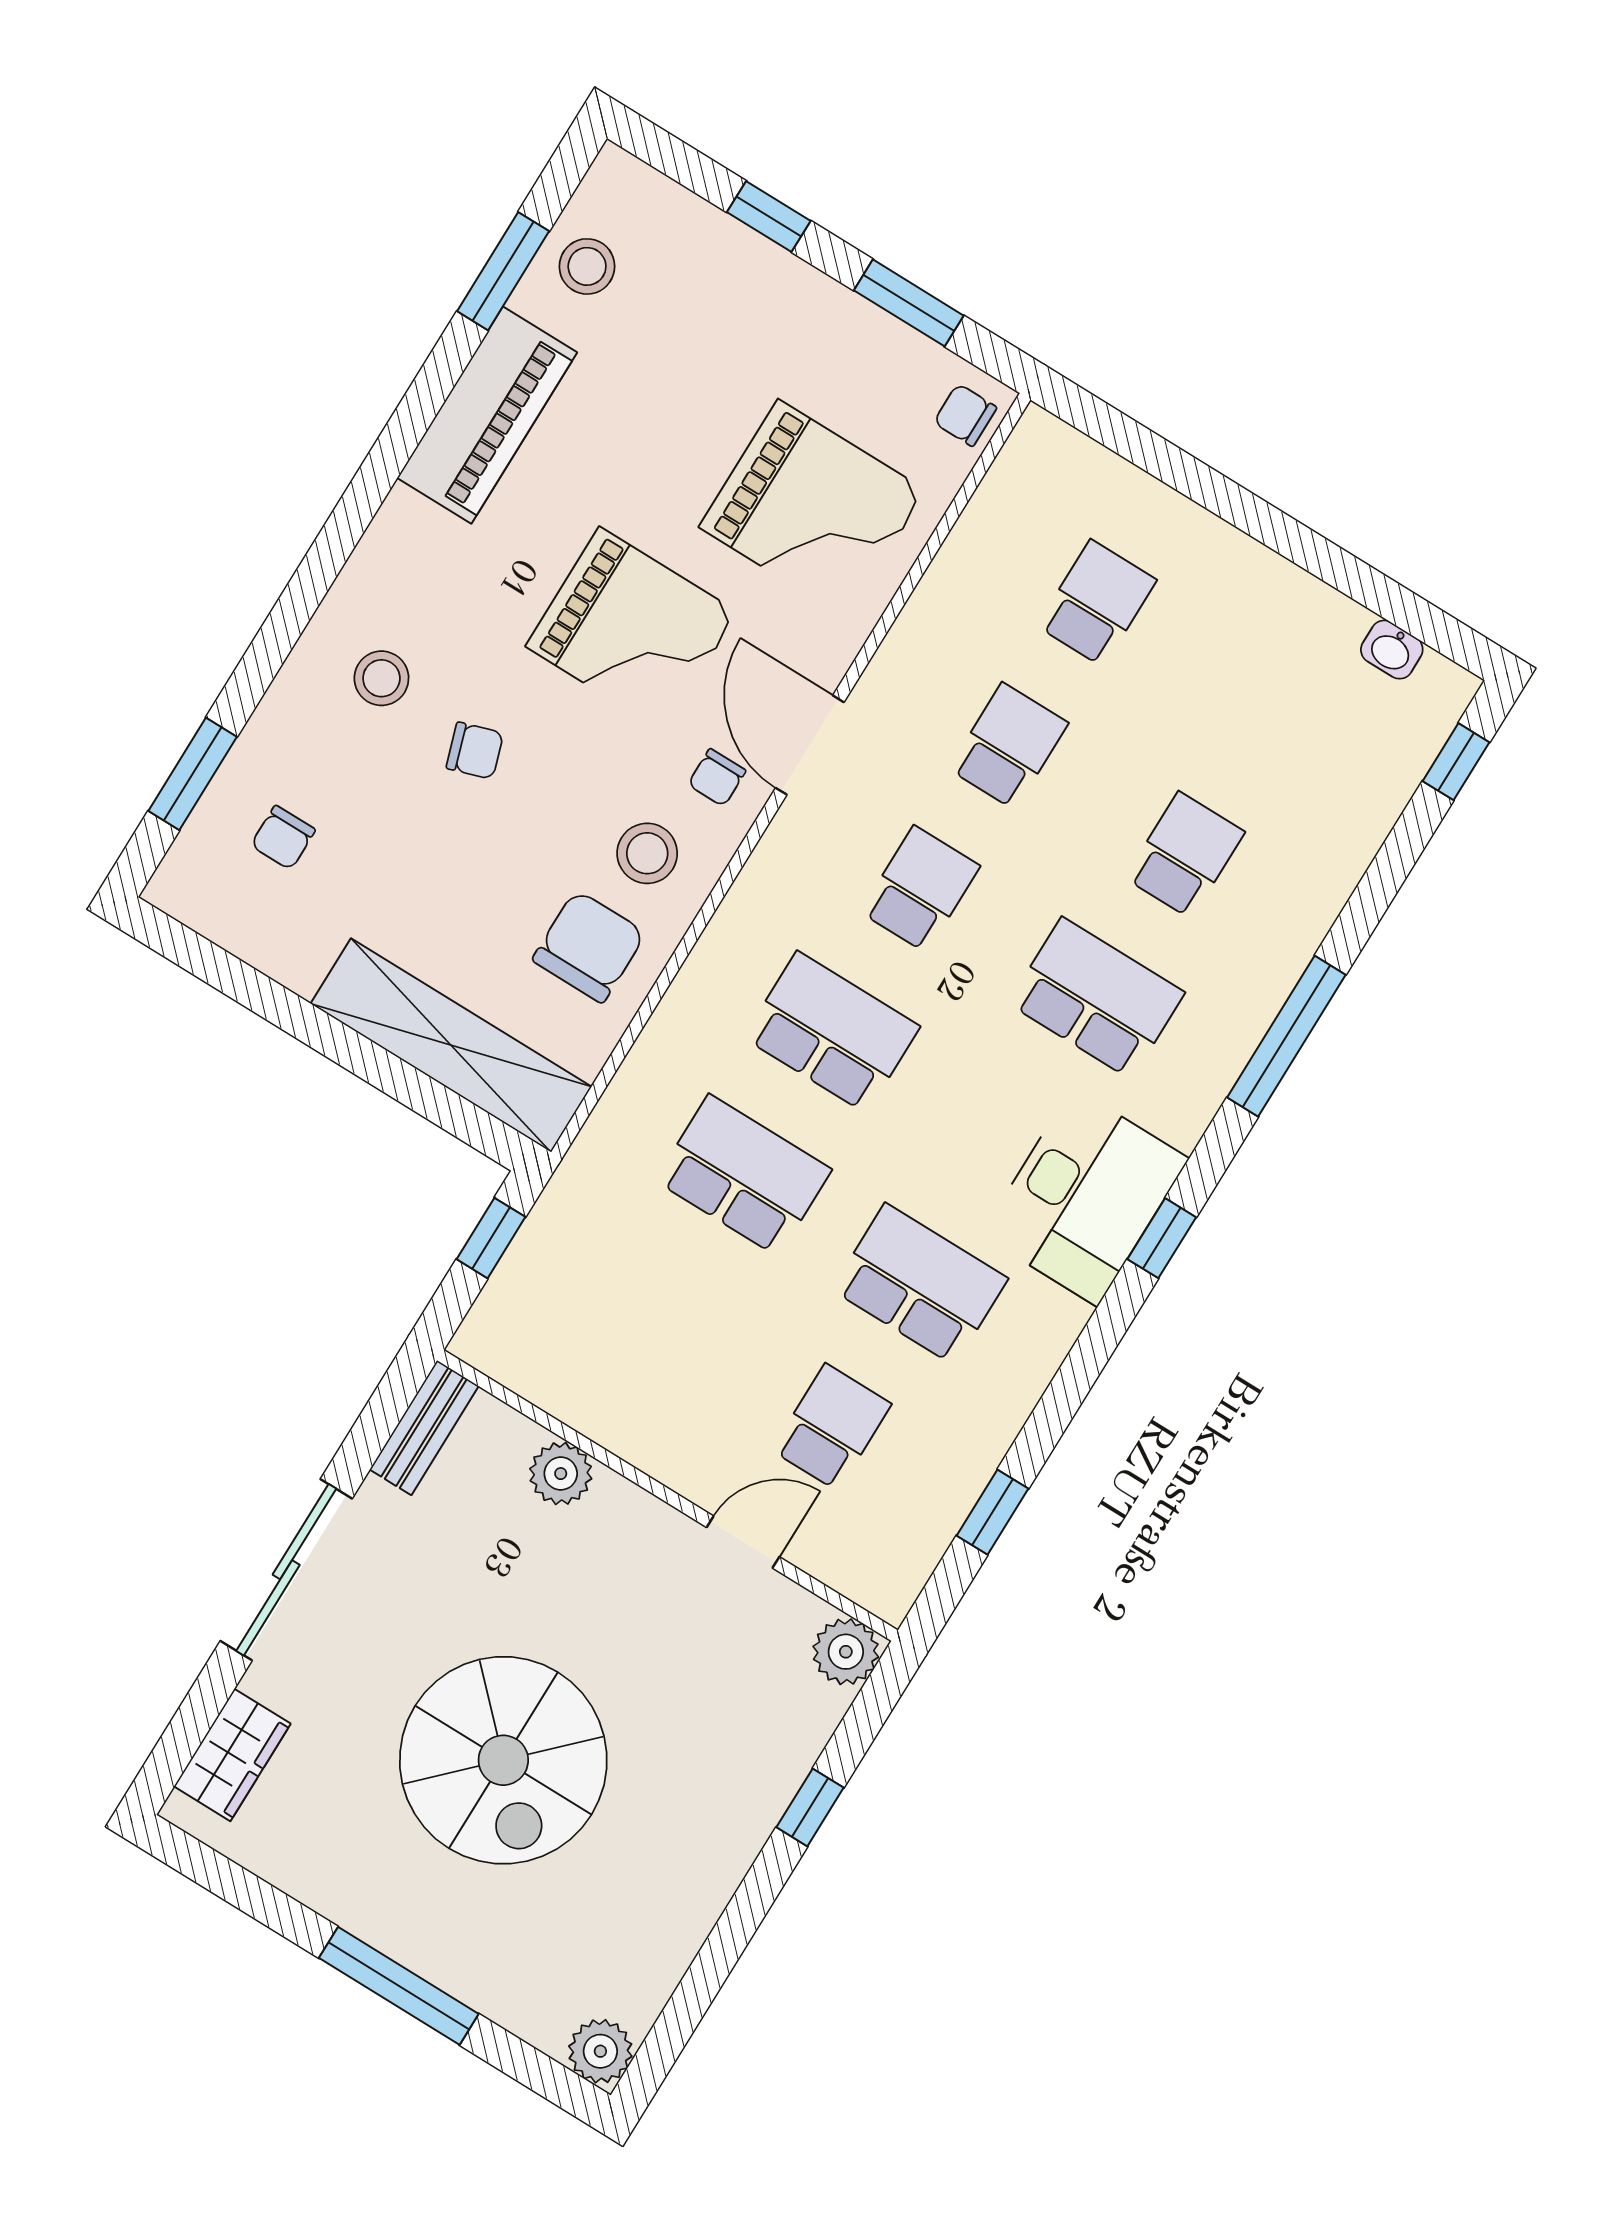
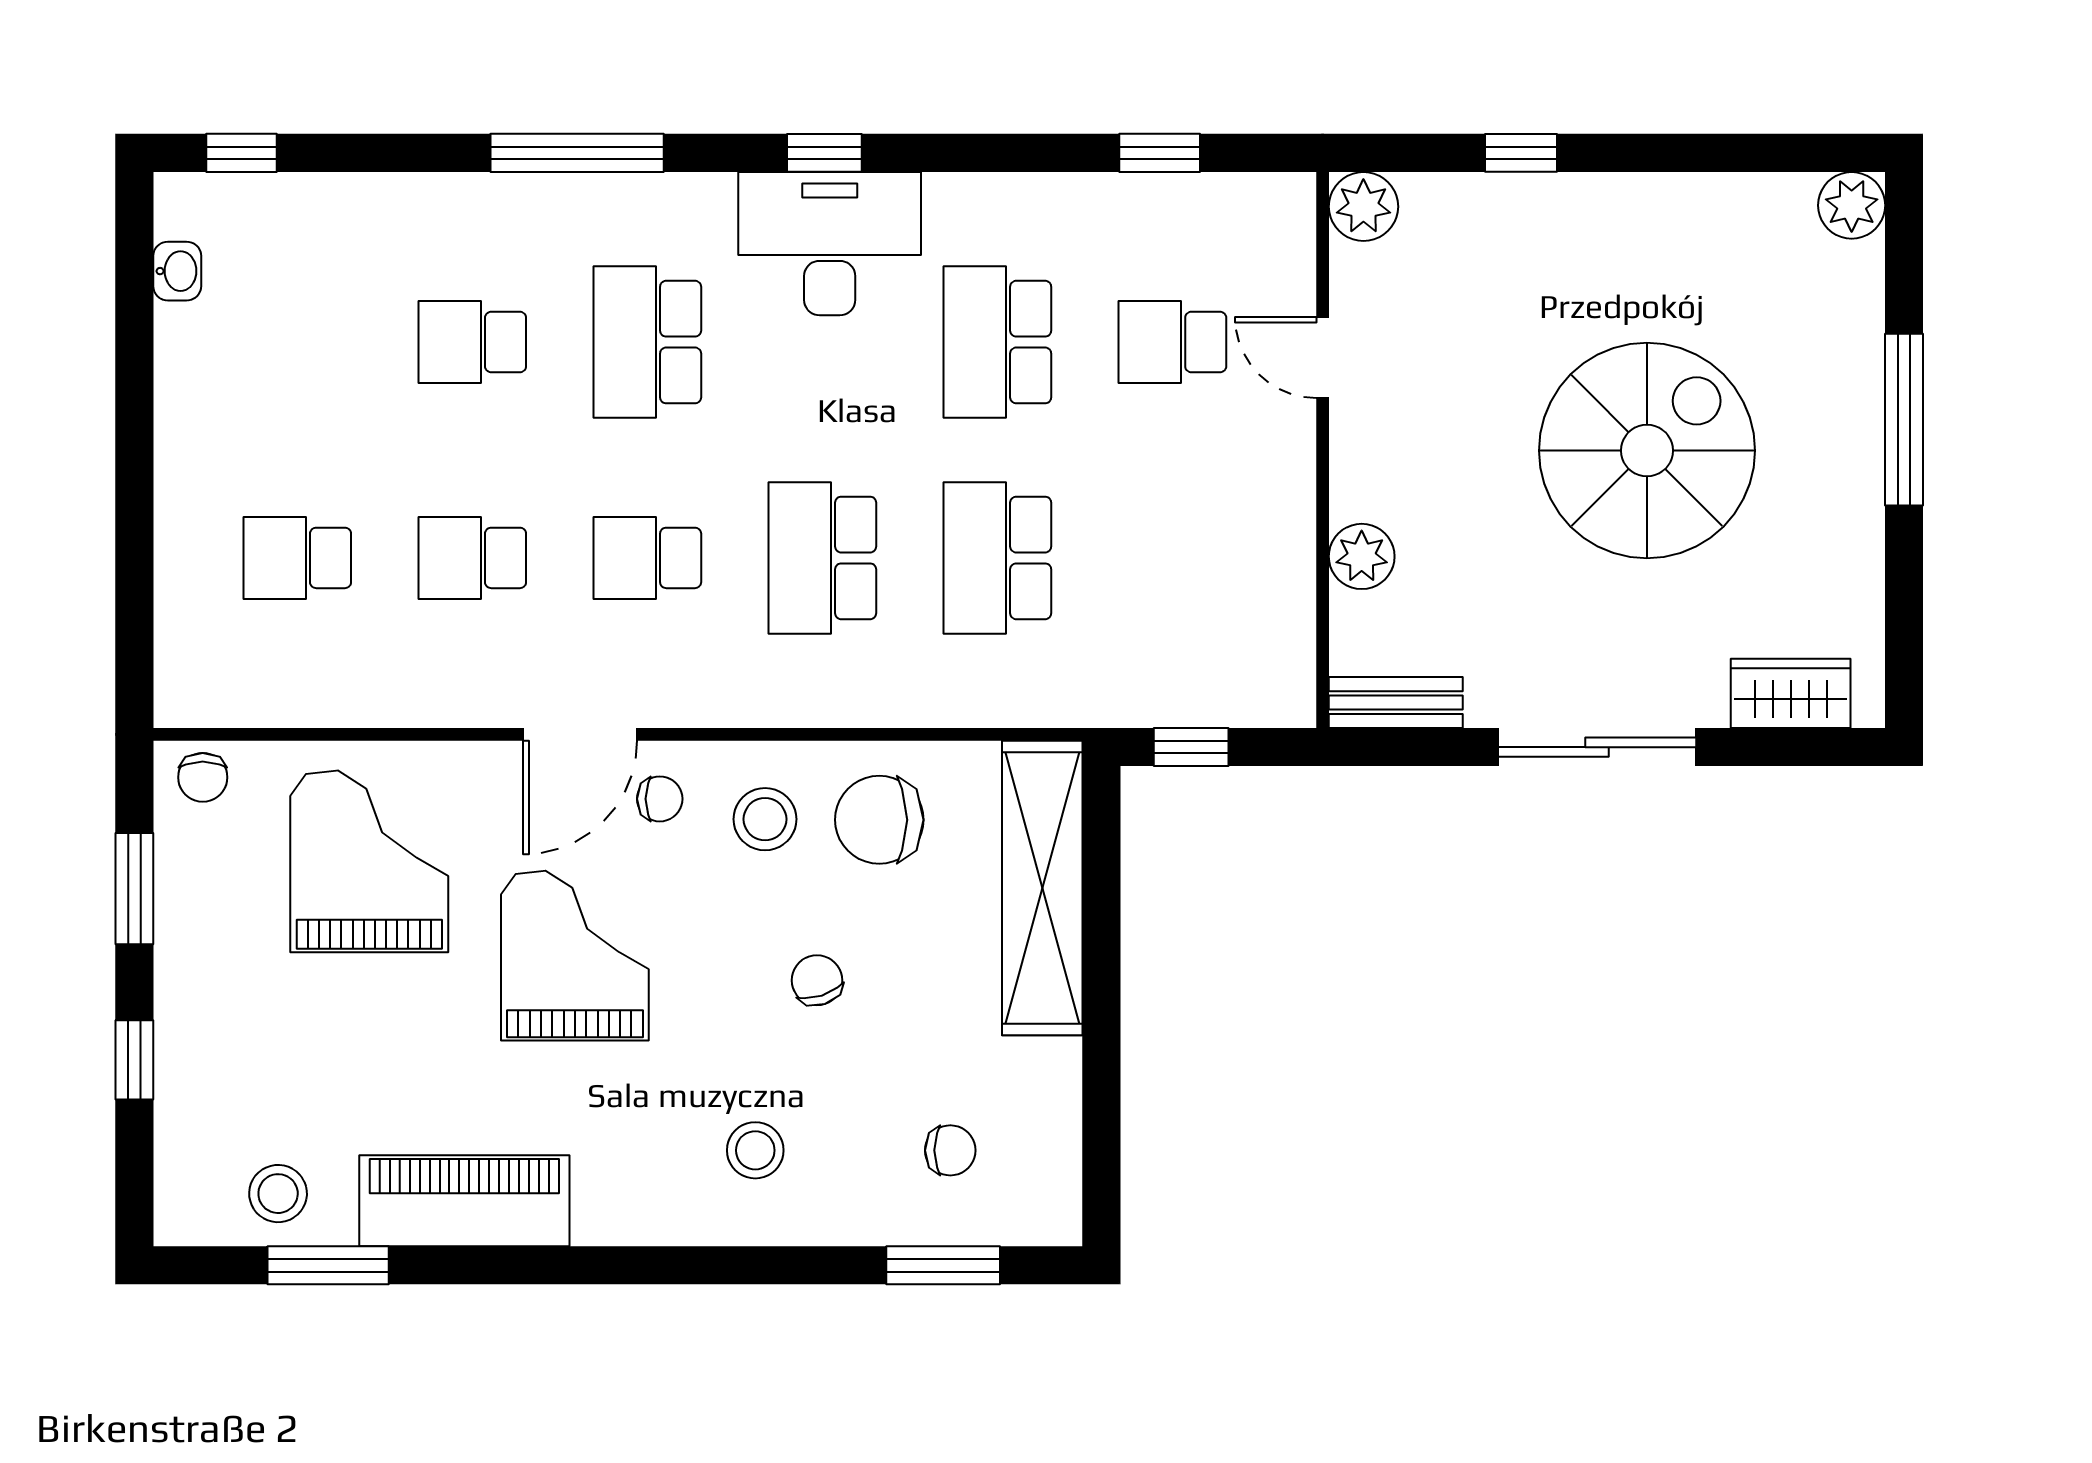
chair: (475, 751) -> (817, 980), moved

